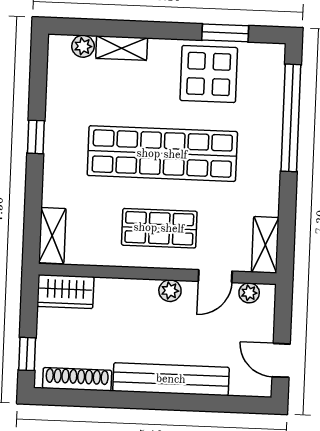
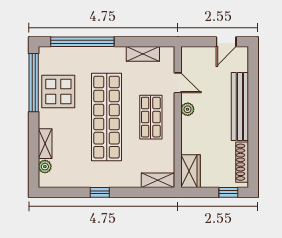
window: (225, 33) -> (34, 83), width x2.11
shelving: (265, 245) -> (143, 54), moved
plant: (249, 293) -> (187, 62), removed

